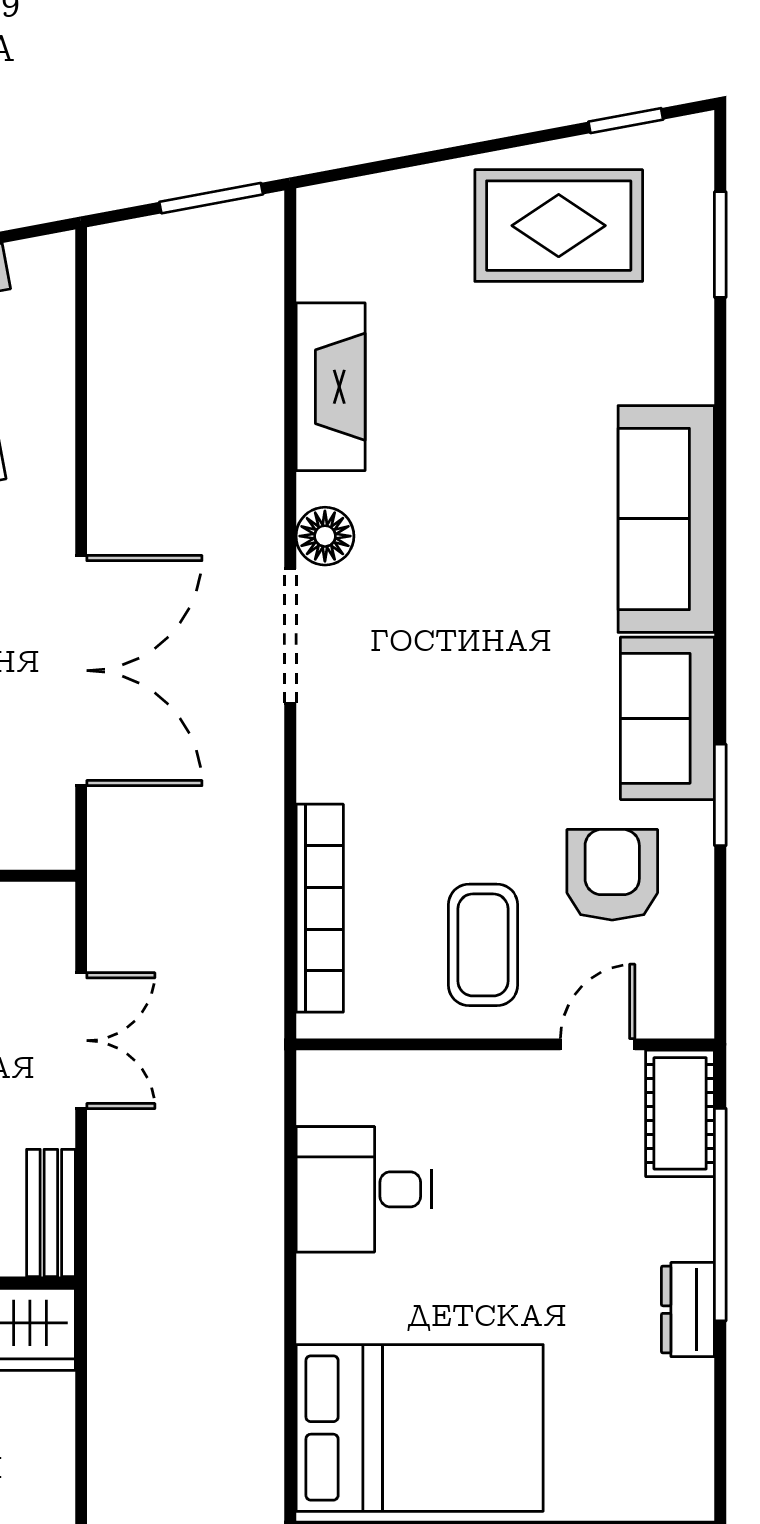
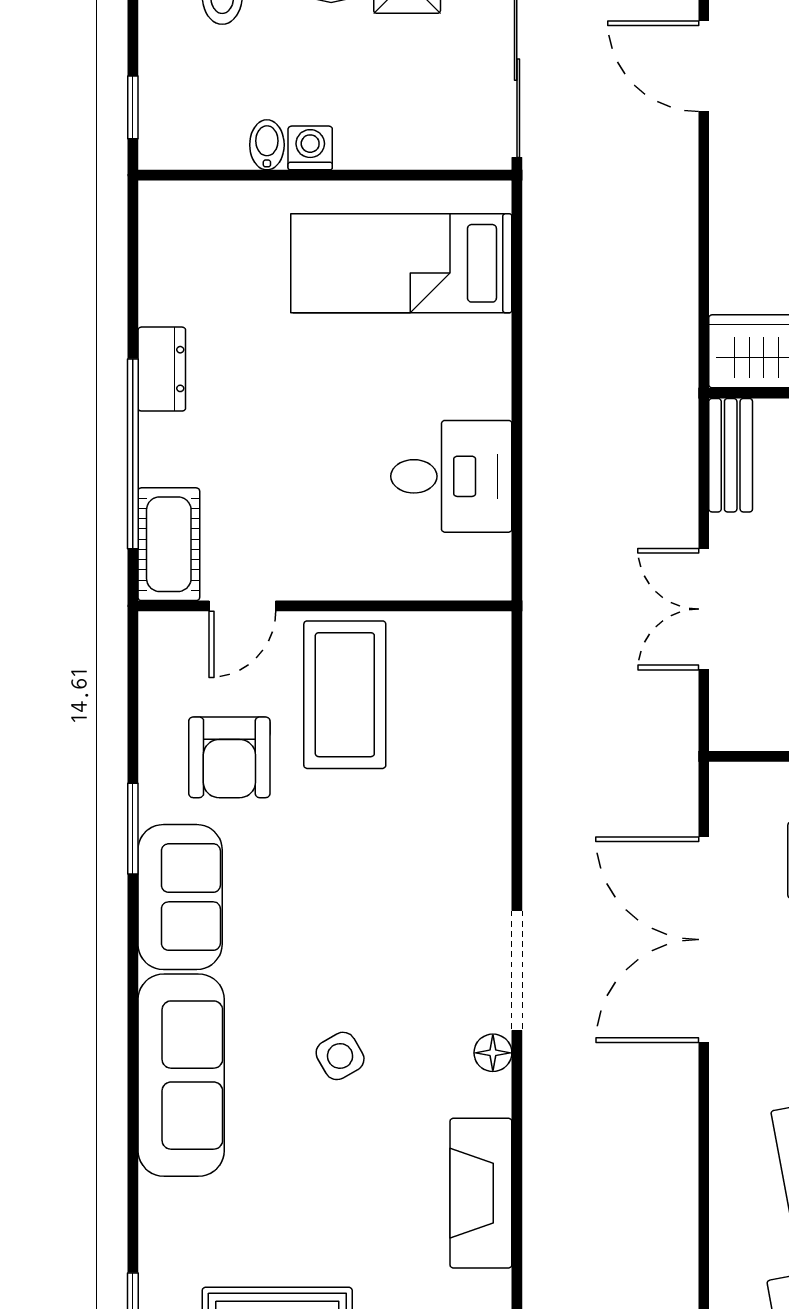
floor lamp: (325, 536) -> (493, 1053), width x0.73, depth x0.73
side table: (488, 540) -> (340, 1056), added
bookcase: (320, 908) -> (491, 727), removed
coffee table: (483, 945) -> (345, 695), width x1.36, depth x1.32
bed: (420, 1428) -> (401, 263), width x0.67

